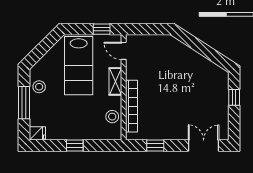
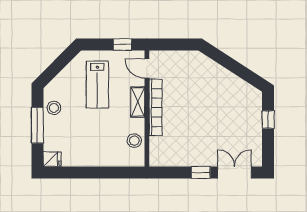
lab bench: (79, 66) -> (97, 85), width x0.73, depth x0.72
bookcase: (132, 106) -> (156, 107), moved
window: (75, 146) -> (93, 172), removed
window: (155, 146) -> (201, 172), moved

